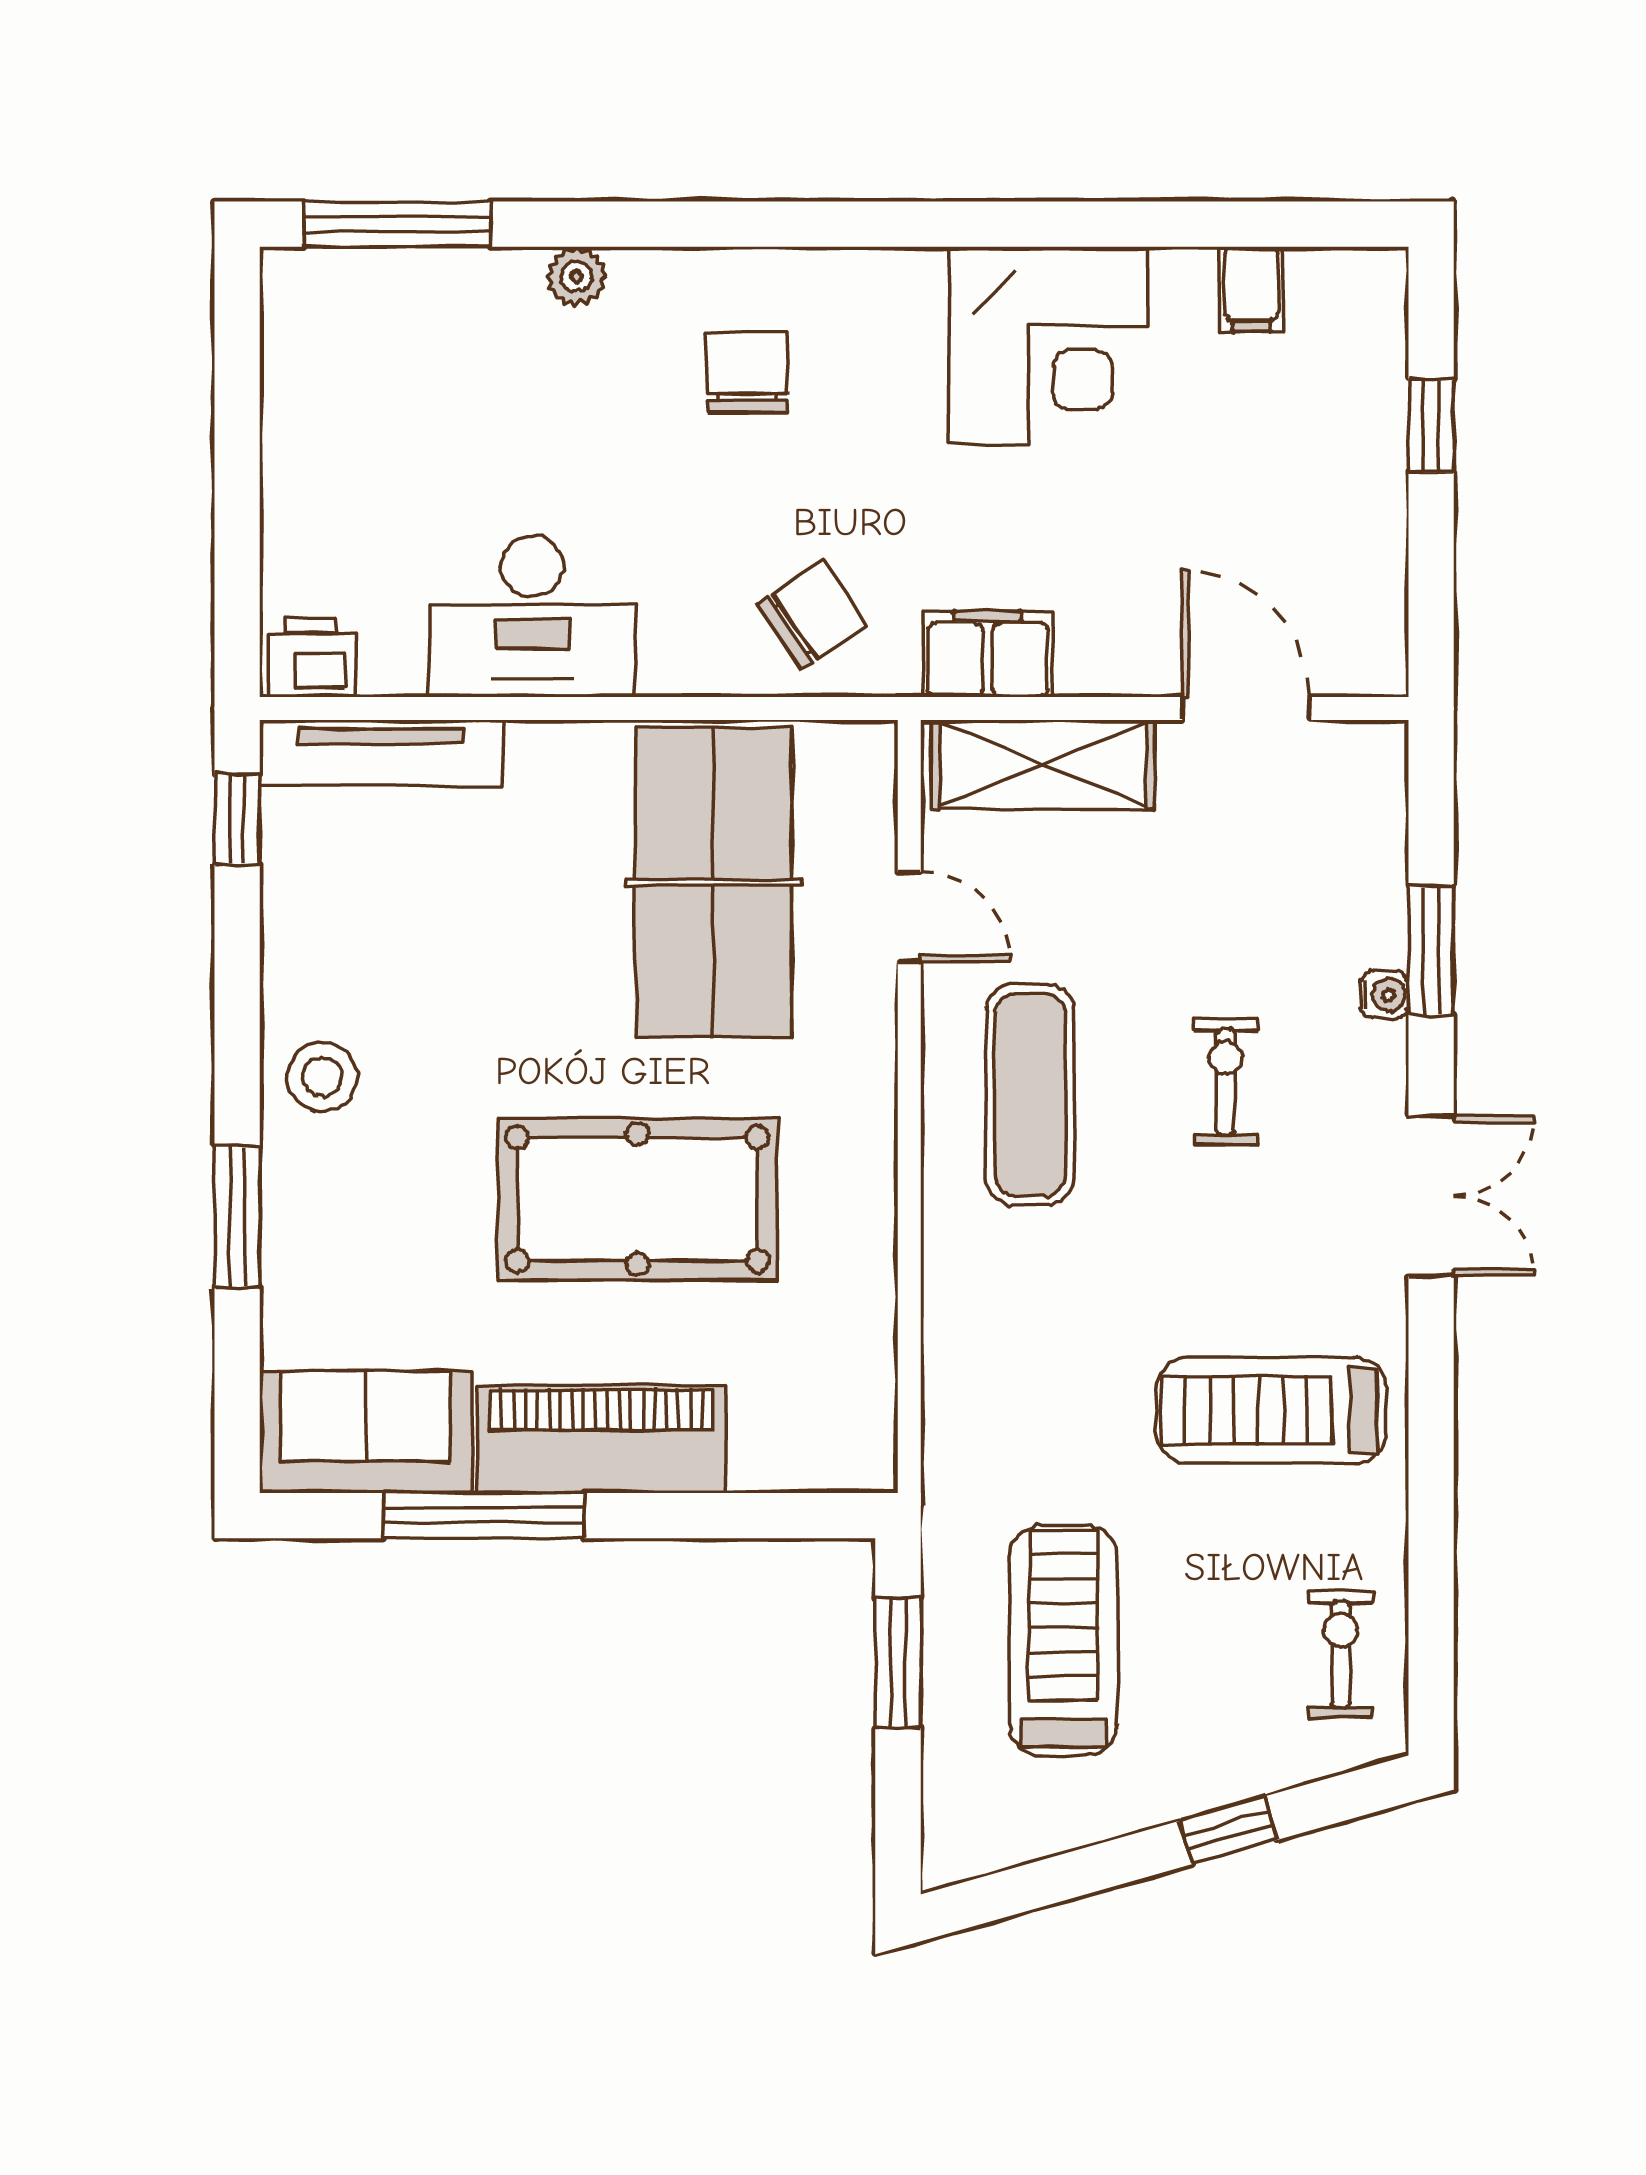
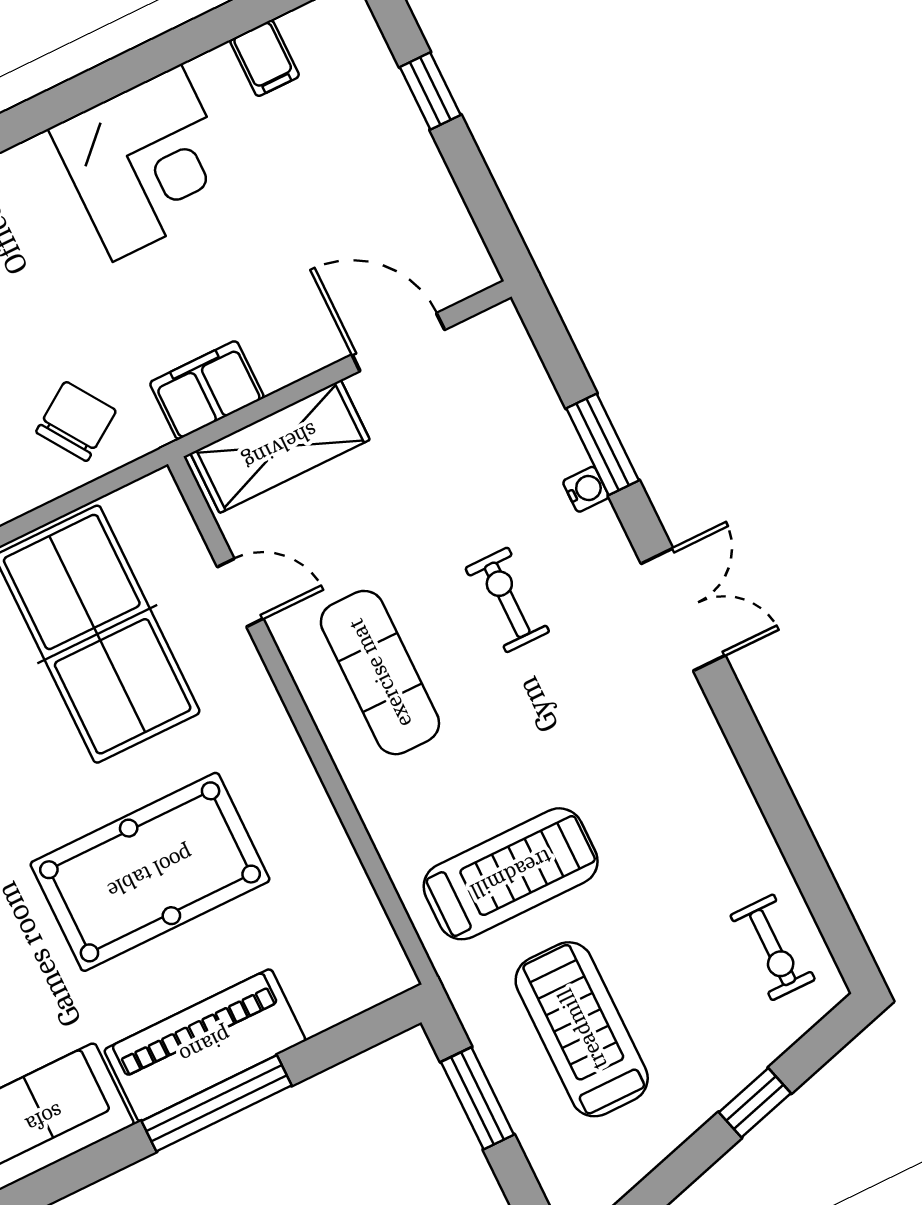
treadmill: (1271, 1410) -> (511, 874), moved, turned 180
window: (484, 1516) -> (217, 1103), moved
exercise bike: (1341, 1654) -> (773, 947), turned 180

